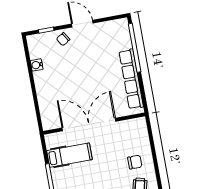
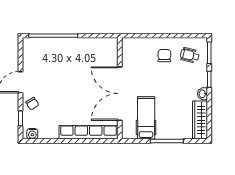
water cooler: (37, 65) -> (32, 134), moved
row of seats: (131, 79) -> (89, 132), moved, turned 180

